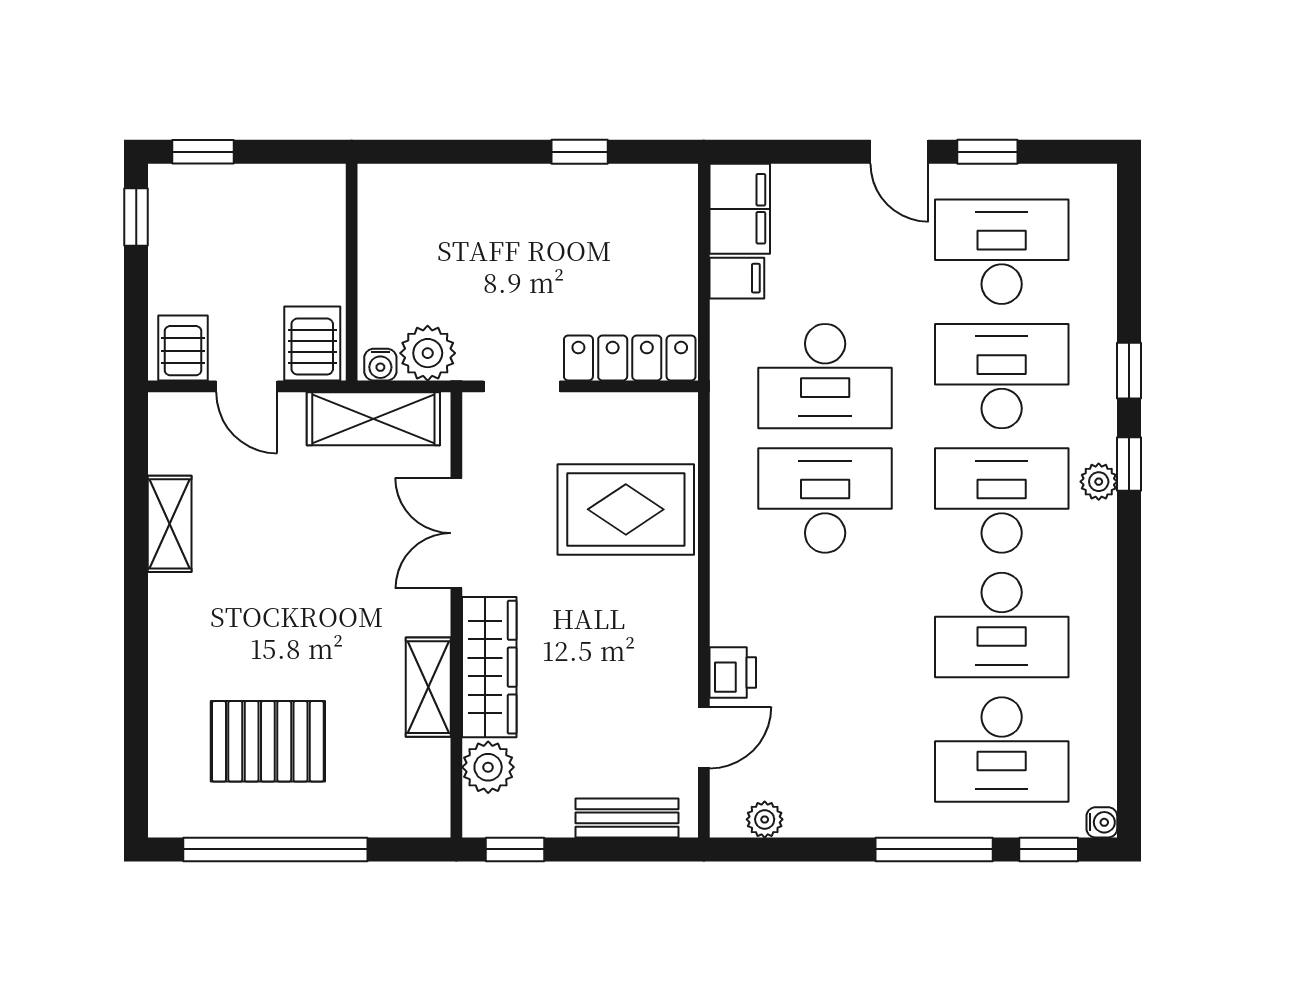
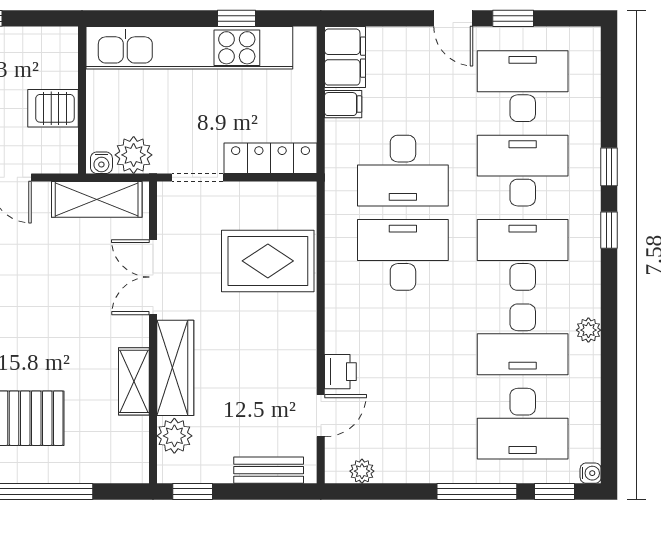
kitchen unit: (510, 195) -> (189, 48), added
server rack: (312, 344) -> (53, 108), moved, turned -90
plant: (1099, 482) -> (588, 330), moved

